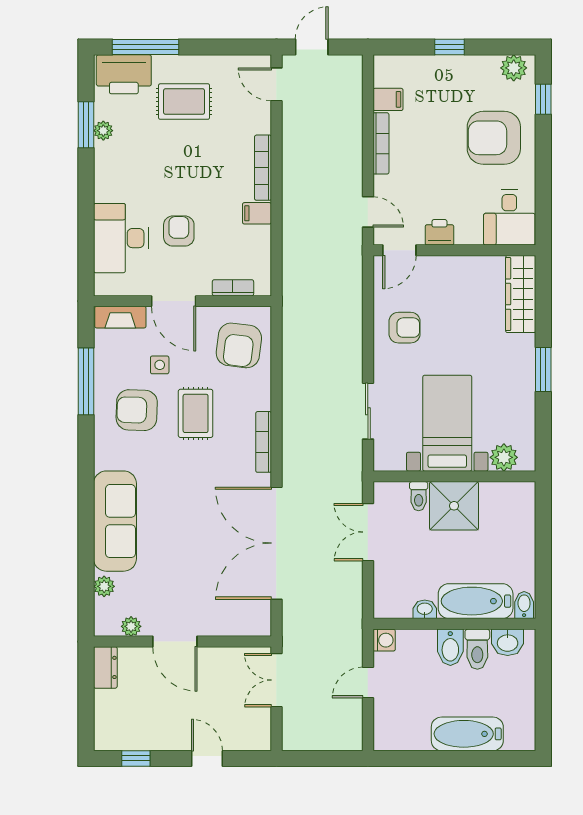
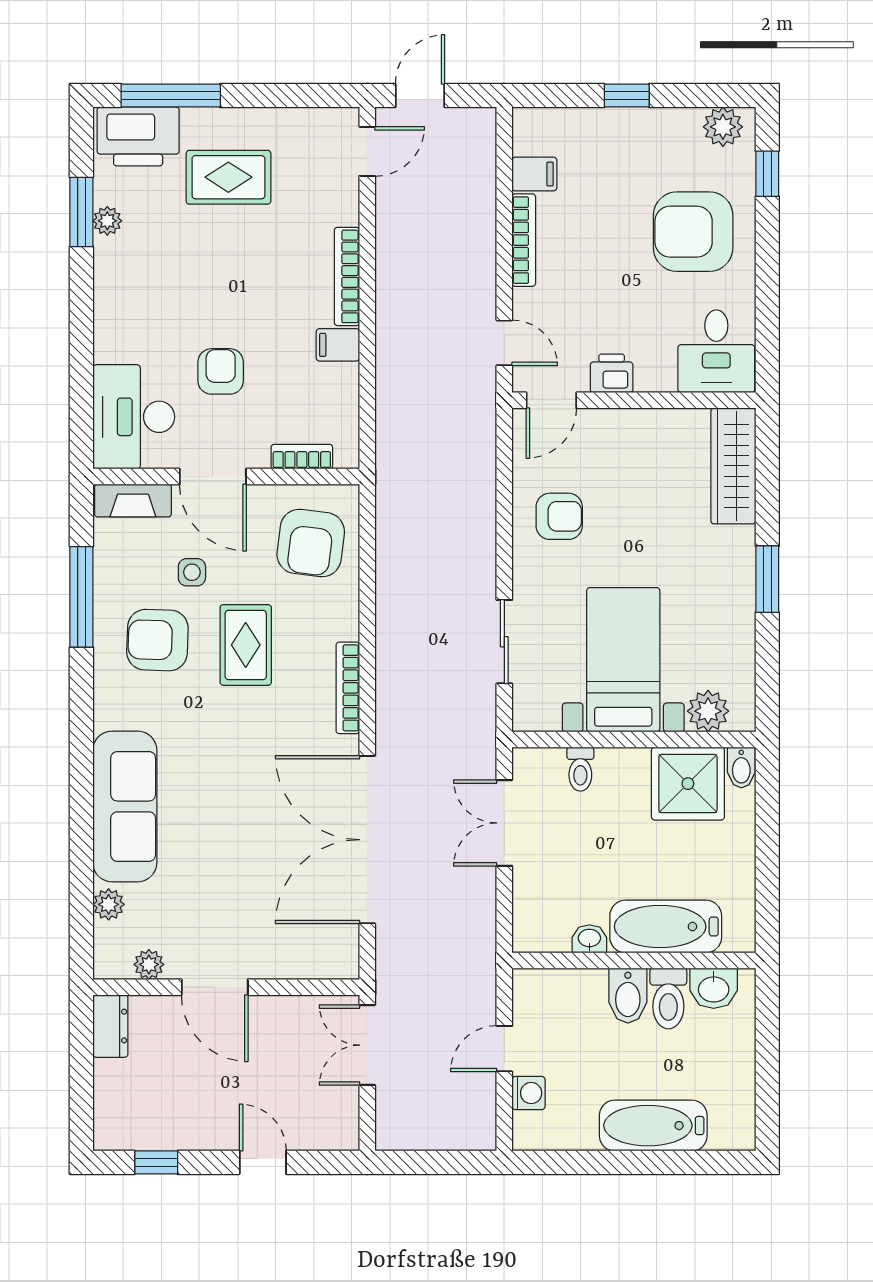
door: (276, 84) -> (367, 151), swing flipped
desk: (121, 238) -> (134, 417), moved
shower: (454, 506) -> (688, 784), moved
bidet: (524, 605) -> (741, 767), moved, turned 180
washing machine: (384, 640) -> (528, 1093), moved

